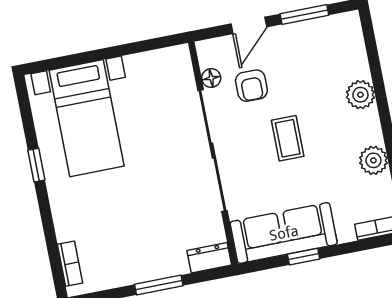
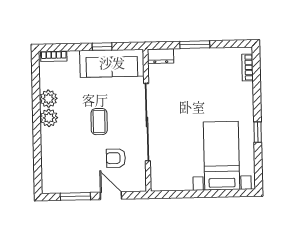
door: (249, 25) -> (111, 196), hinge flipped
floor lamp: (211, 78) -> (140, 167), removed
armchair: (251, 86) -> (116, 158), turned -90
plant: (360, 95) -> (49, 118), moved

